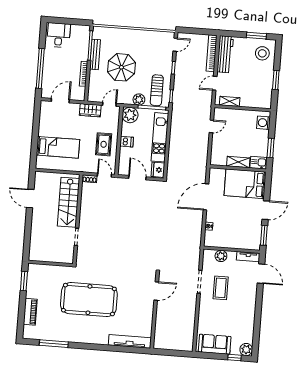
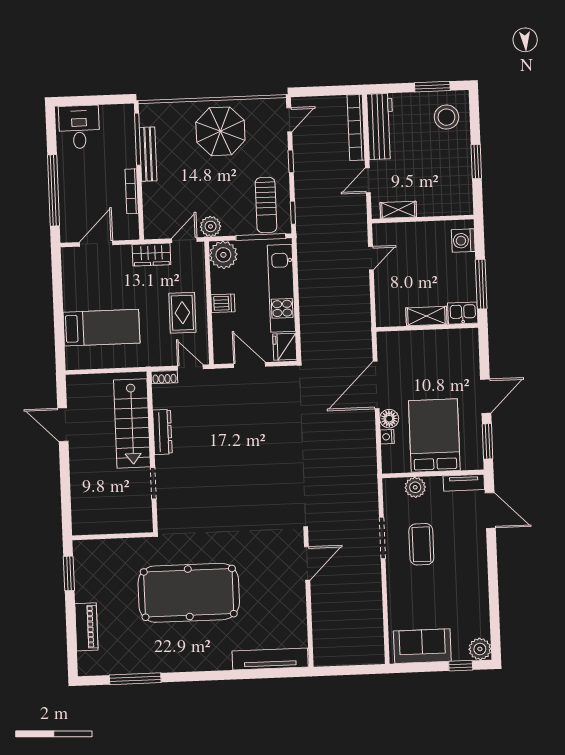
parasol: (121, 67) -> (220, 131), moved
plant: (139, 100) -> (211, 226), moved
window: (271, 148) -> (481, 284), width x1.44
bed: (245, 184) -> (434, 436), moved, turned 90
dresser: (85, 209) -> (162, 432), added
floor lamp: (211, 216) -> (389, 419), added

